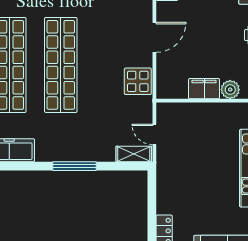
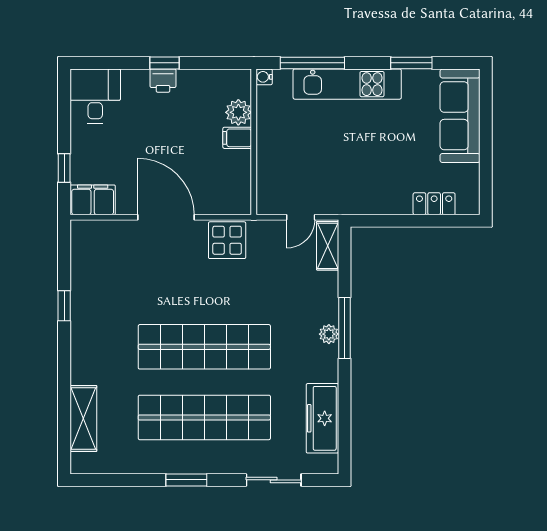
door: (154, 37) -> (166, 217), width x1.36
filing cabinet: (204, 89) -> (237, 138), width x0.50
plant: (70, 155) -> (329, 334), added

